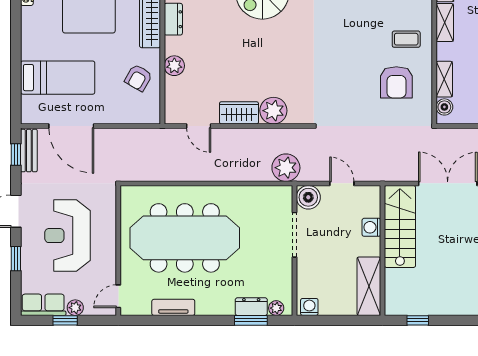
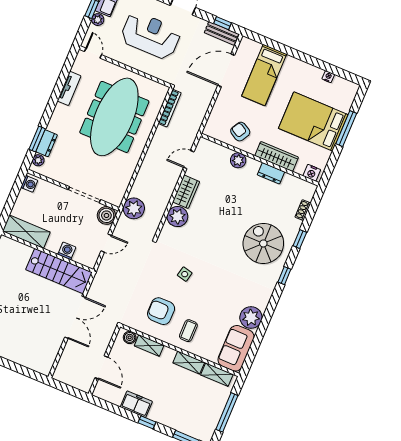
side table: (340, 72) -> (185, 274), added
bookcase: (146, 175) -> (170, 108), added

